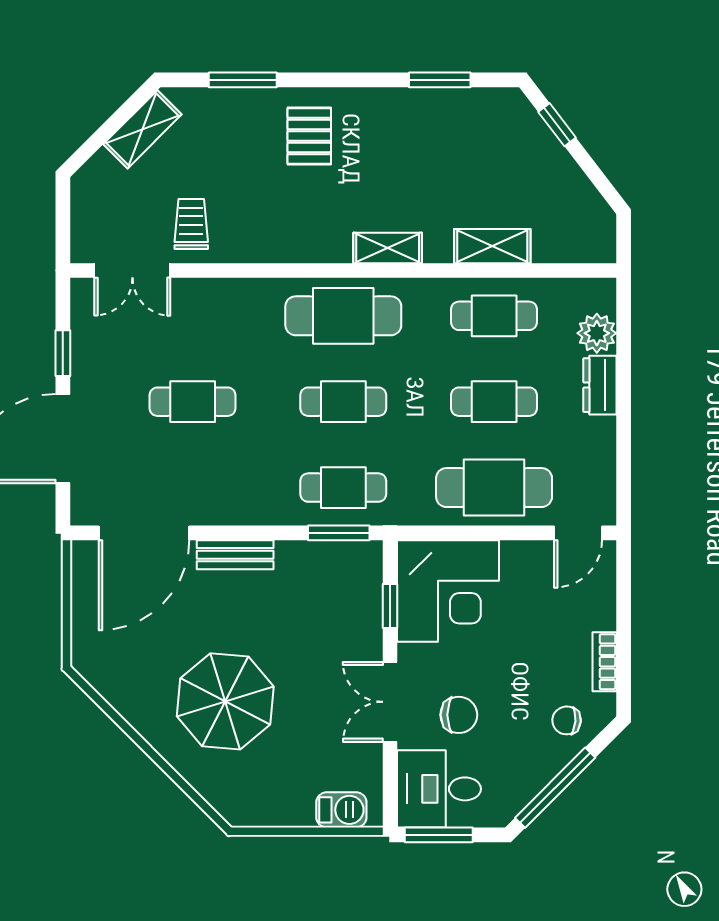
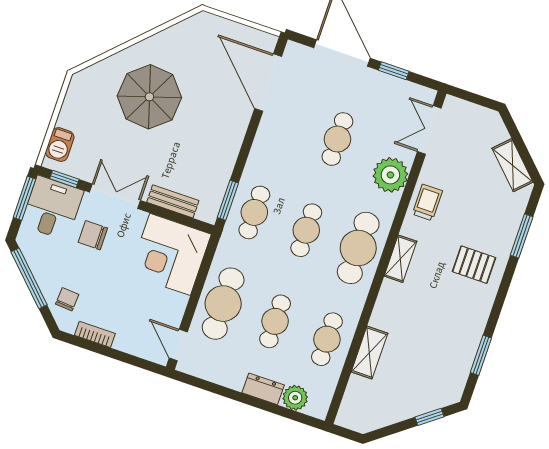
trolley: (191, 224) -> (427, 202), moved, turned -90
shelving: (388, 248) -> (400, 259), moved
plant: (219, 305) -> (390, 175), added
bench: (235, 555) -> (173, 201), moved, turned 90
window: (390, 606) -> (64, 179), moved
chair: (459, 715) -> (93, 235), turned 90

